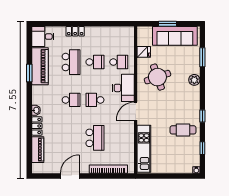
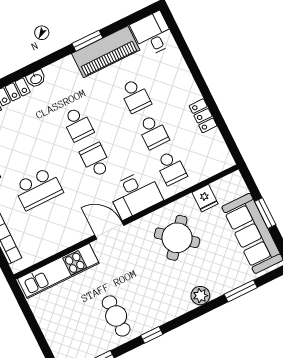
locker: (75, 31) -> (203, 116), moved
school desk: (71, 62) -> (135, 96), width x0.54
round table: (157, 77) -> (177, 238), turned -31

